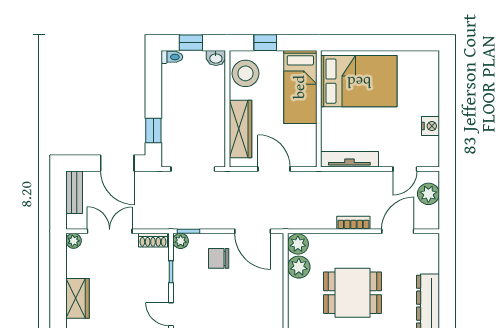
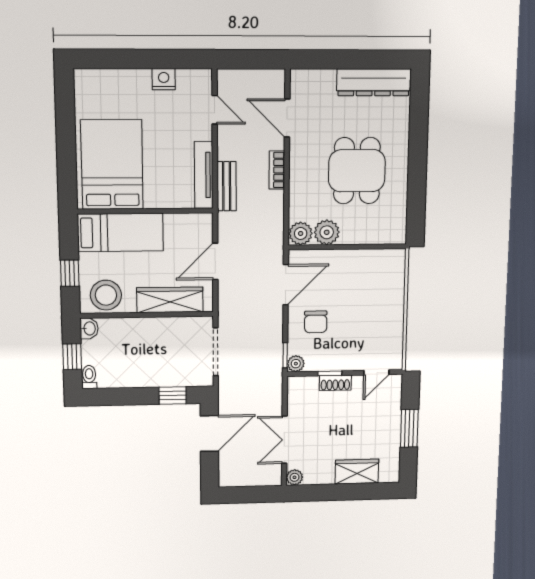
bench: (74, 192) -> (227, 186), moved, turned 90
plant: (428, 194) -> (244, 82), removed
shoe rack: (153, 240) -> (335, 383), moved, turned 90

